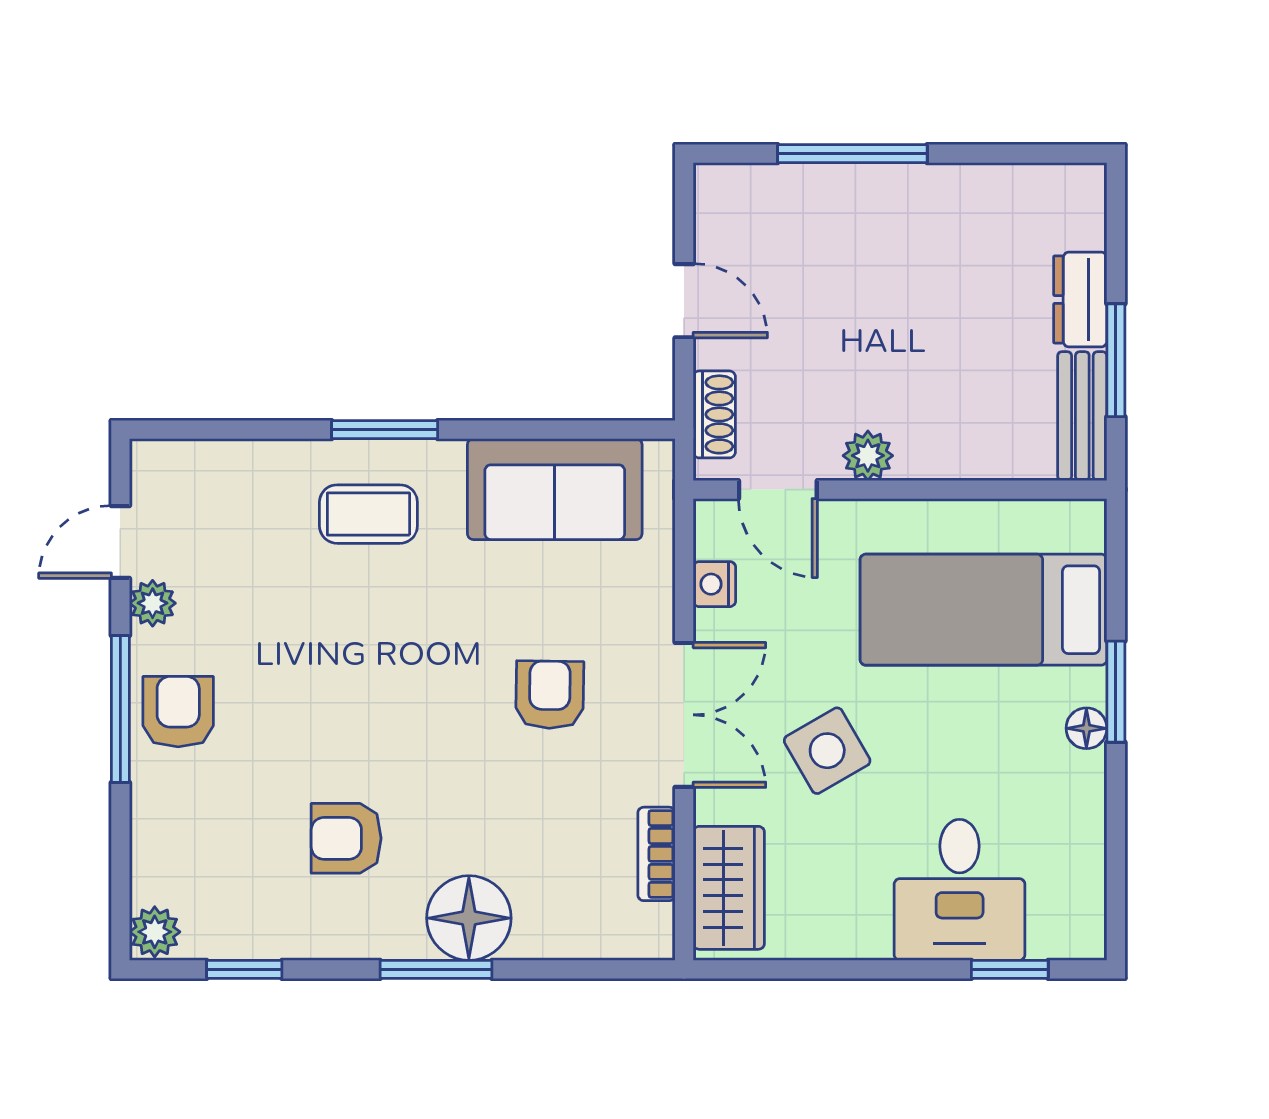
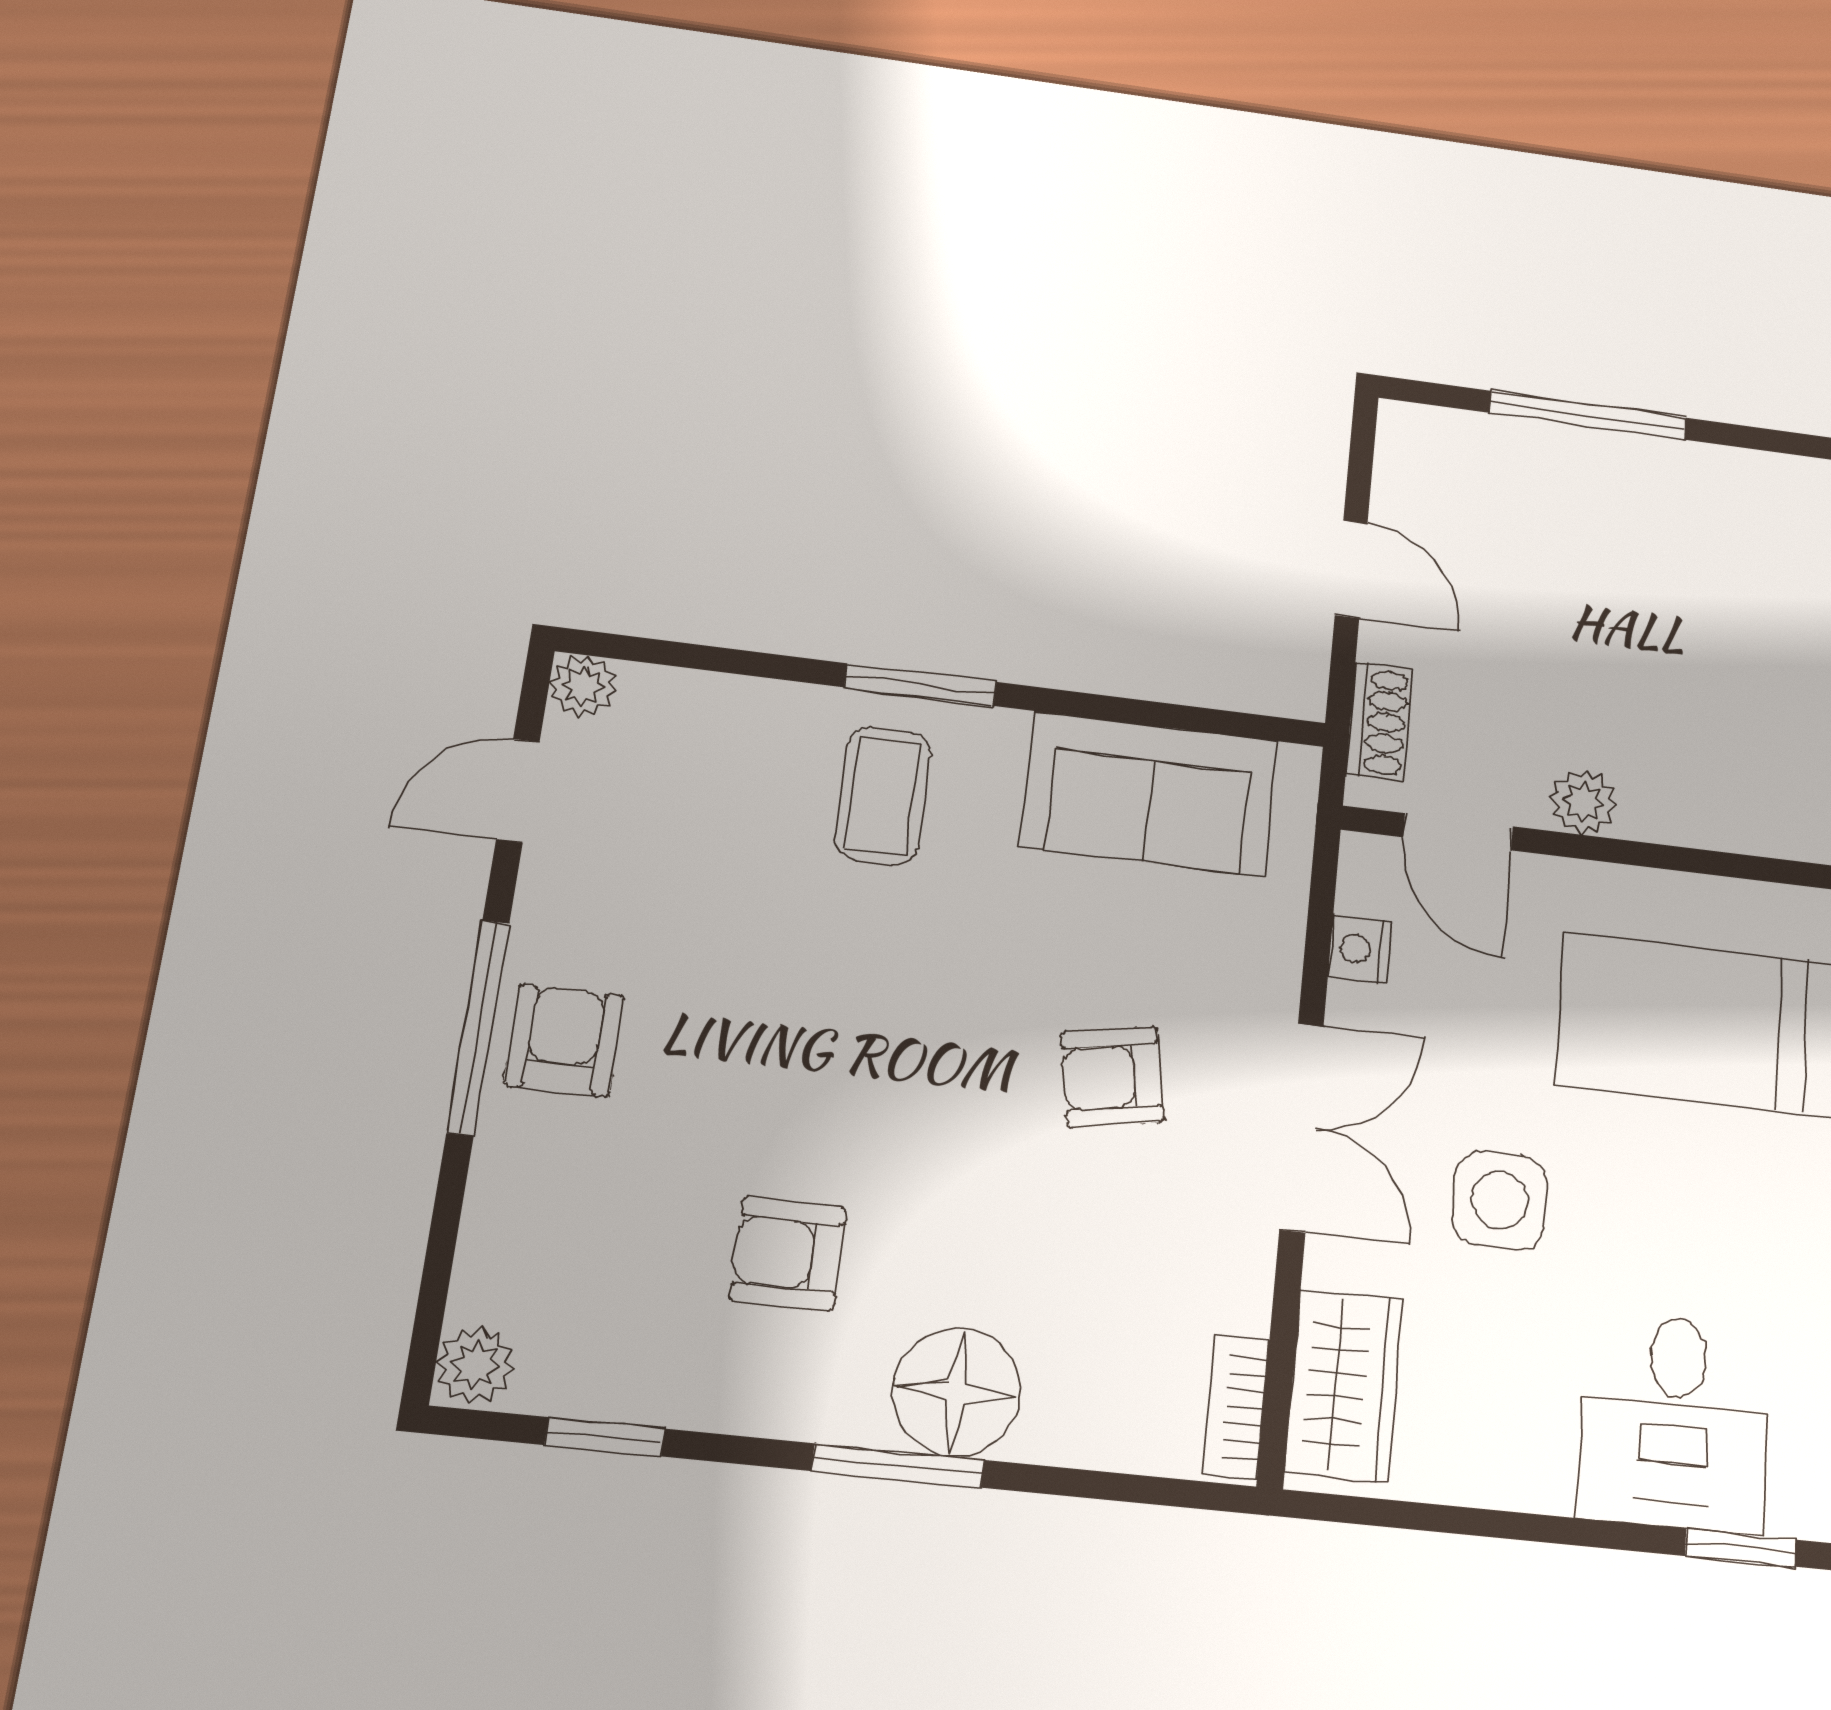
coffee table: (368, 514) -> (883, 795), turned 90
plant: (153, 603) -> (583, 687), moved
armchair: (550, 695) -> (1112, 1077), turned -101
side table: (827, 751) -> (1500, 1200), turned 30
bookcase: (656, 854) -> (1236, 1407), moved

